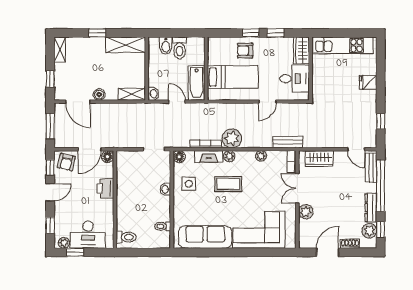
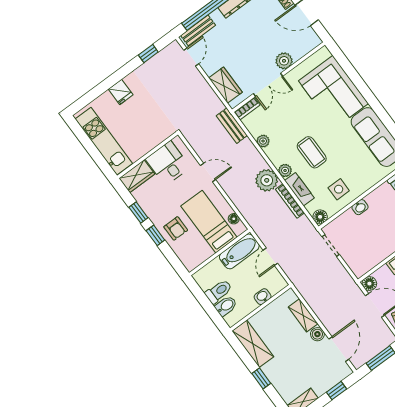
shelving: (132, 94) -> (303, 315), moved
washbasin: (153, 94) -> (263, 297), moved
floor lamp: (222, 96) -> (234, 219), added

